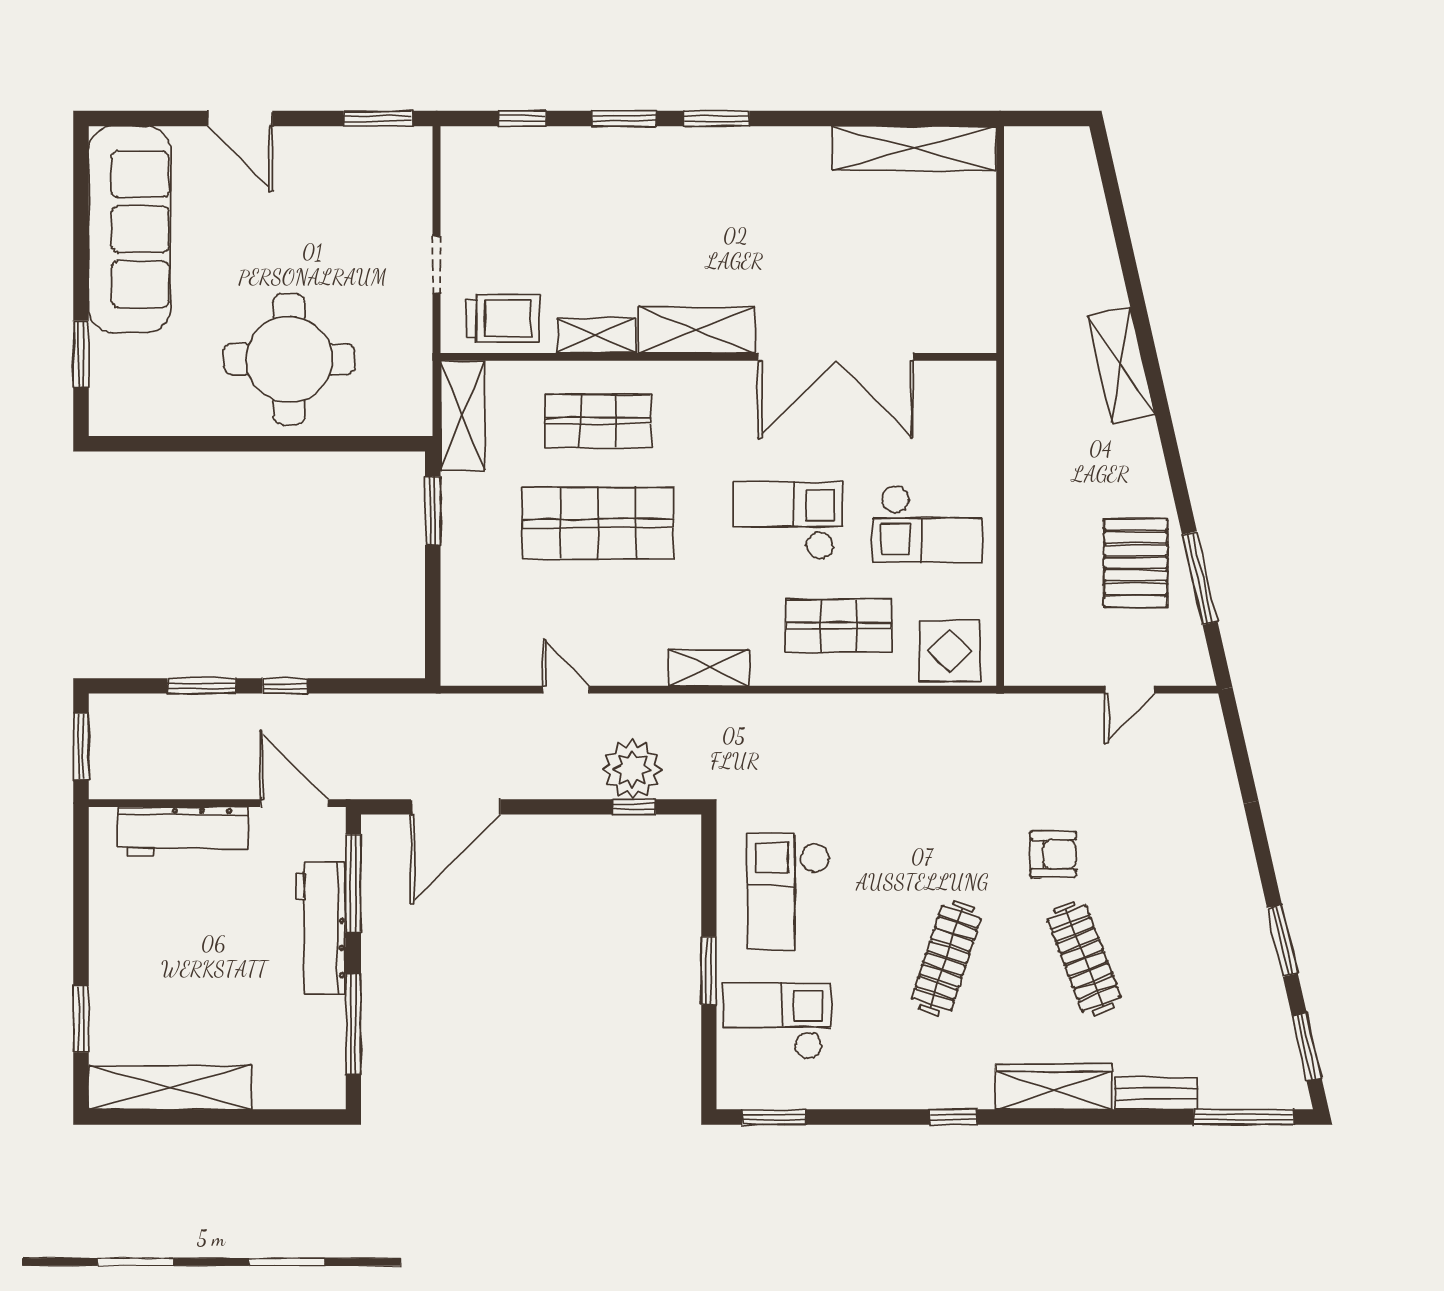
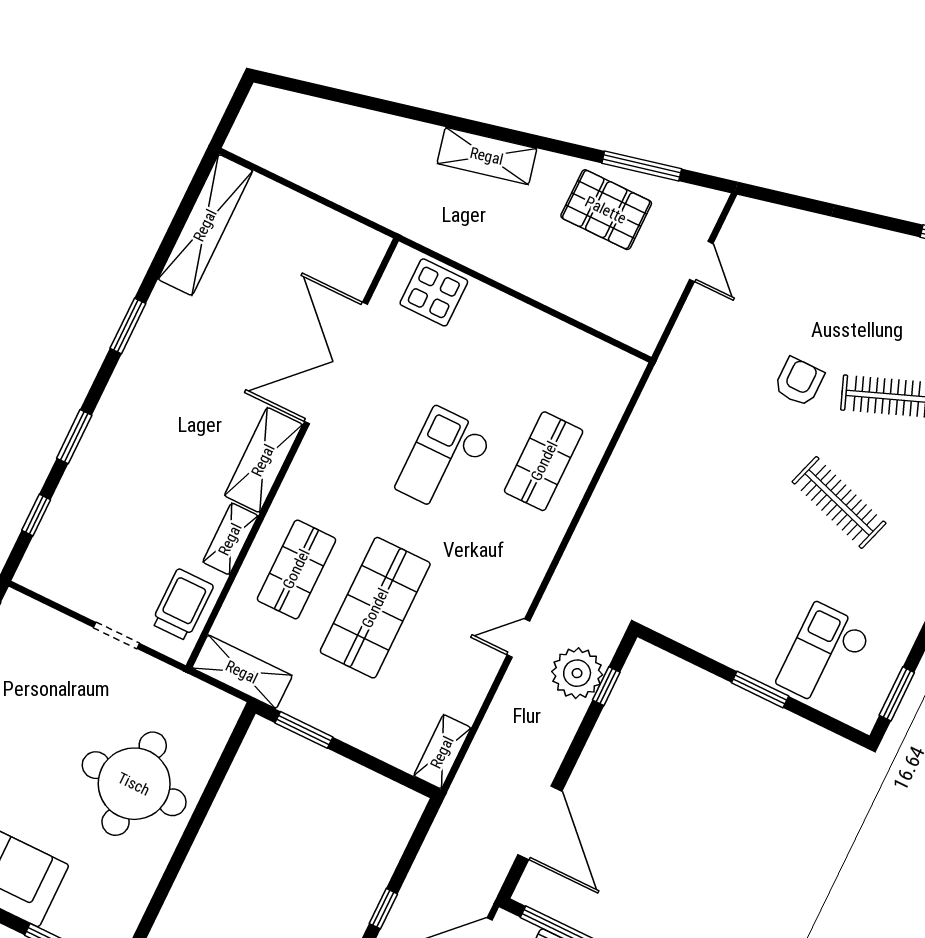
window: (716, 119) -> (128, 326), moved
double door: (836, 357) -> (336, 363), swing flipped
shelving: (1121, 365) -> (487, 156), moved
checkout: (927, 524) -> (498, 355), removed
display table: (950, 651) -> (434, 292), moved
shelving: (709, 668) -> (442, 752), moved
door: (566, 690) -> (518, 638), moved
checkout: (788, 892) -> (729, 599), removed

